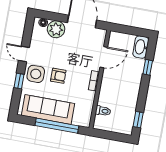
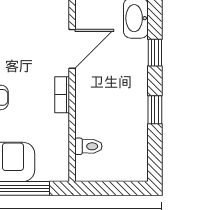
window: (138, 120) -> (155, 110), moved

